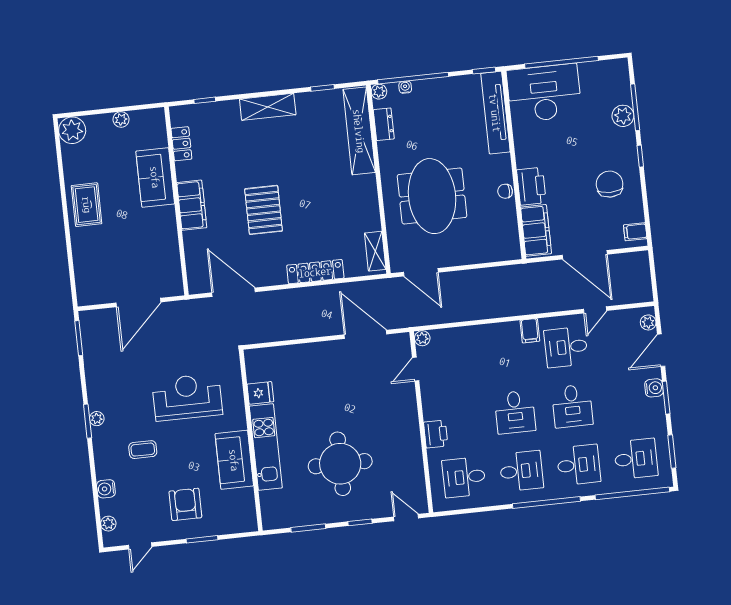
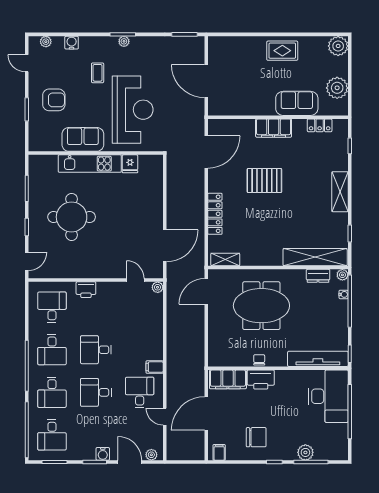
plant: (121, 119) -> (337, 88), width x1.88, depth x1.88
reception desk: (187, 397) -> (133, 110), width x1.36, depth x1.30

